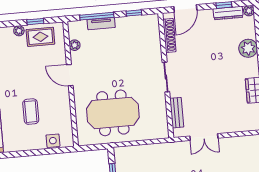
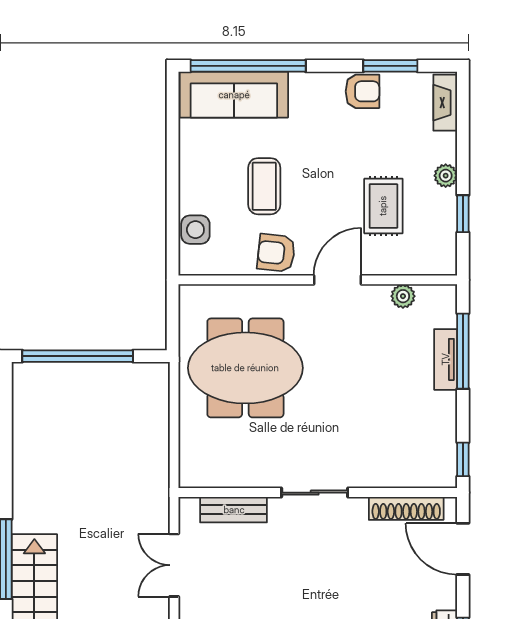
window: (134, 13) -> (463, 459), moved
rug: (40, 37) -> (383, 206), moved
armchair: (60, 104) -> (276, 253), added
coffee table: (31, 112) -> (264, 186), turned 90
meeting table: (113, 113) -> (245, 368), turned 90

